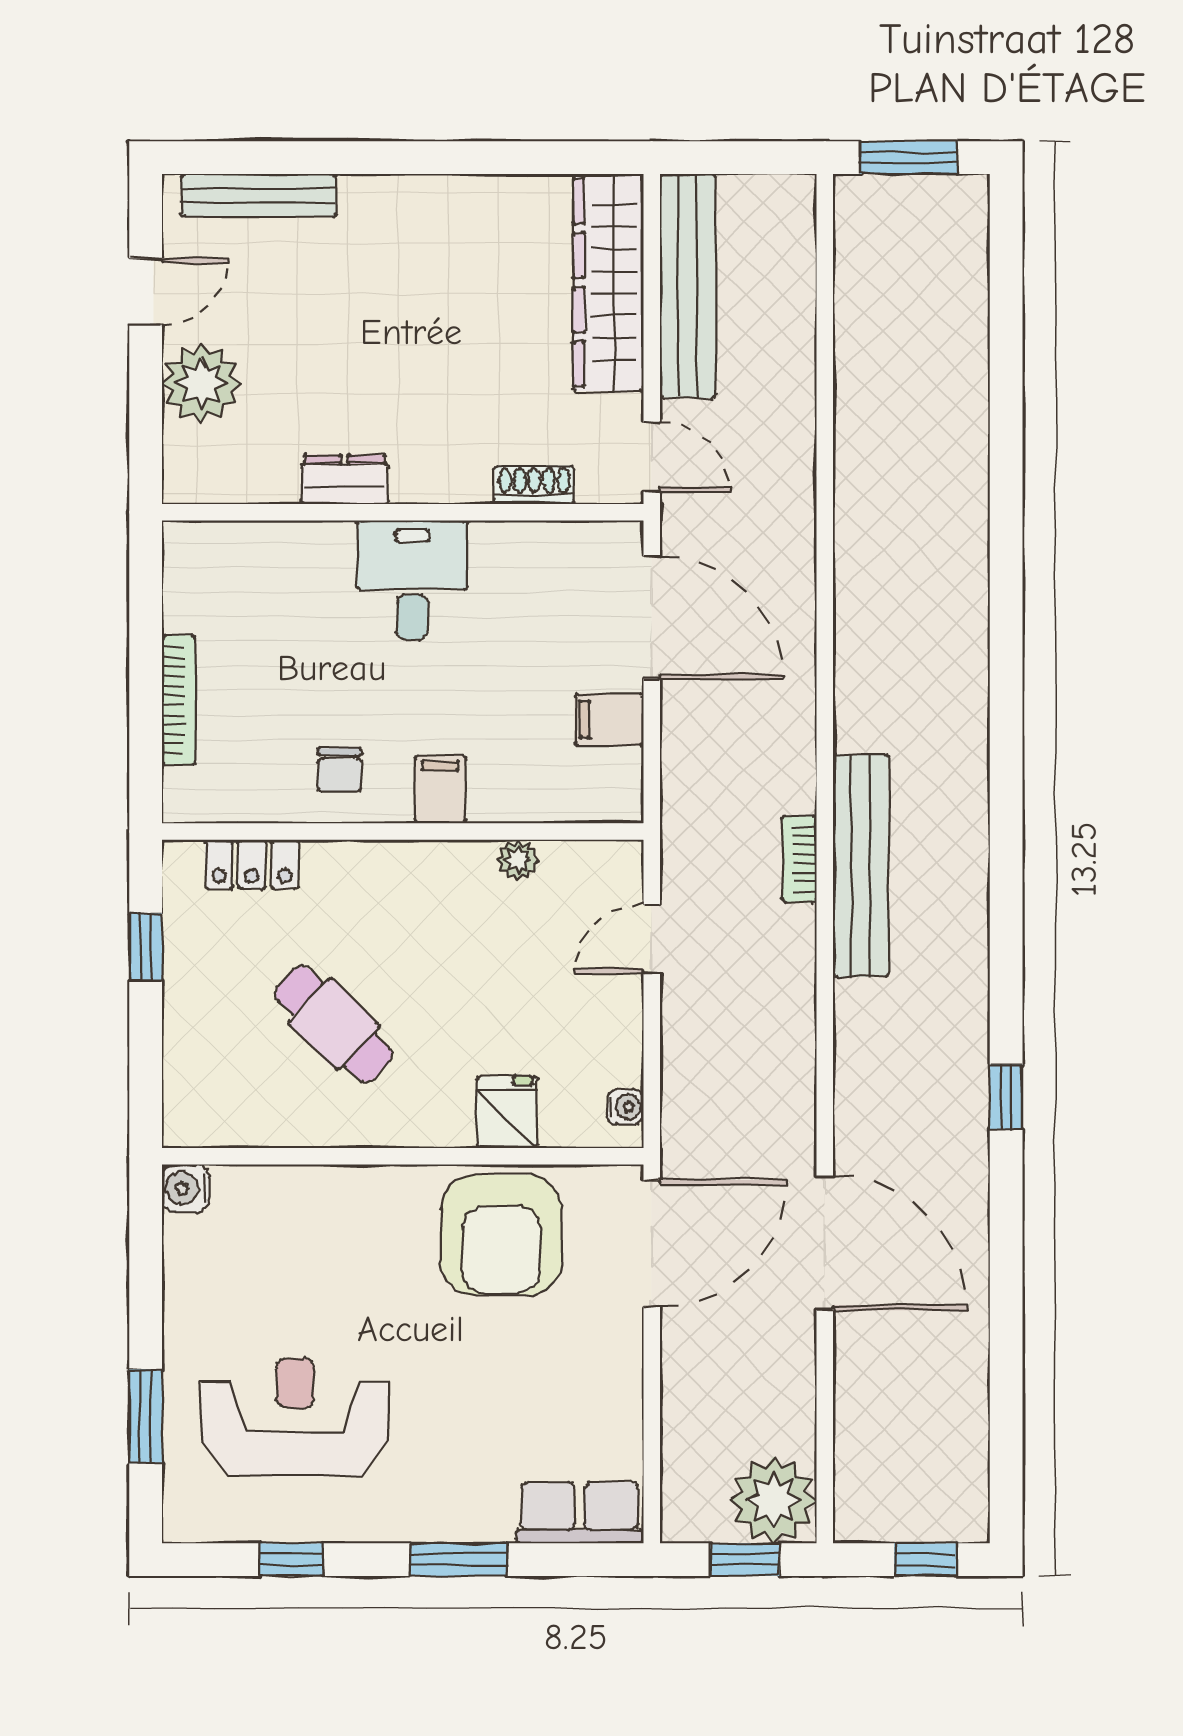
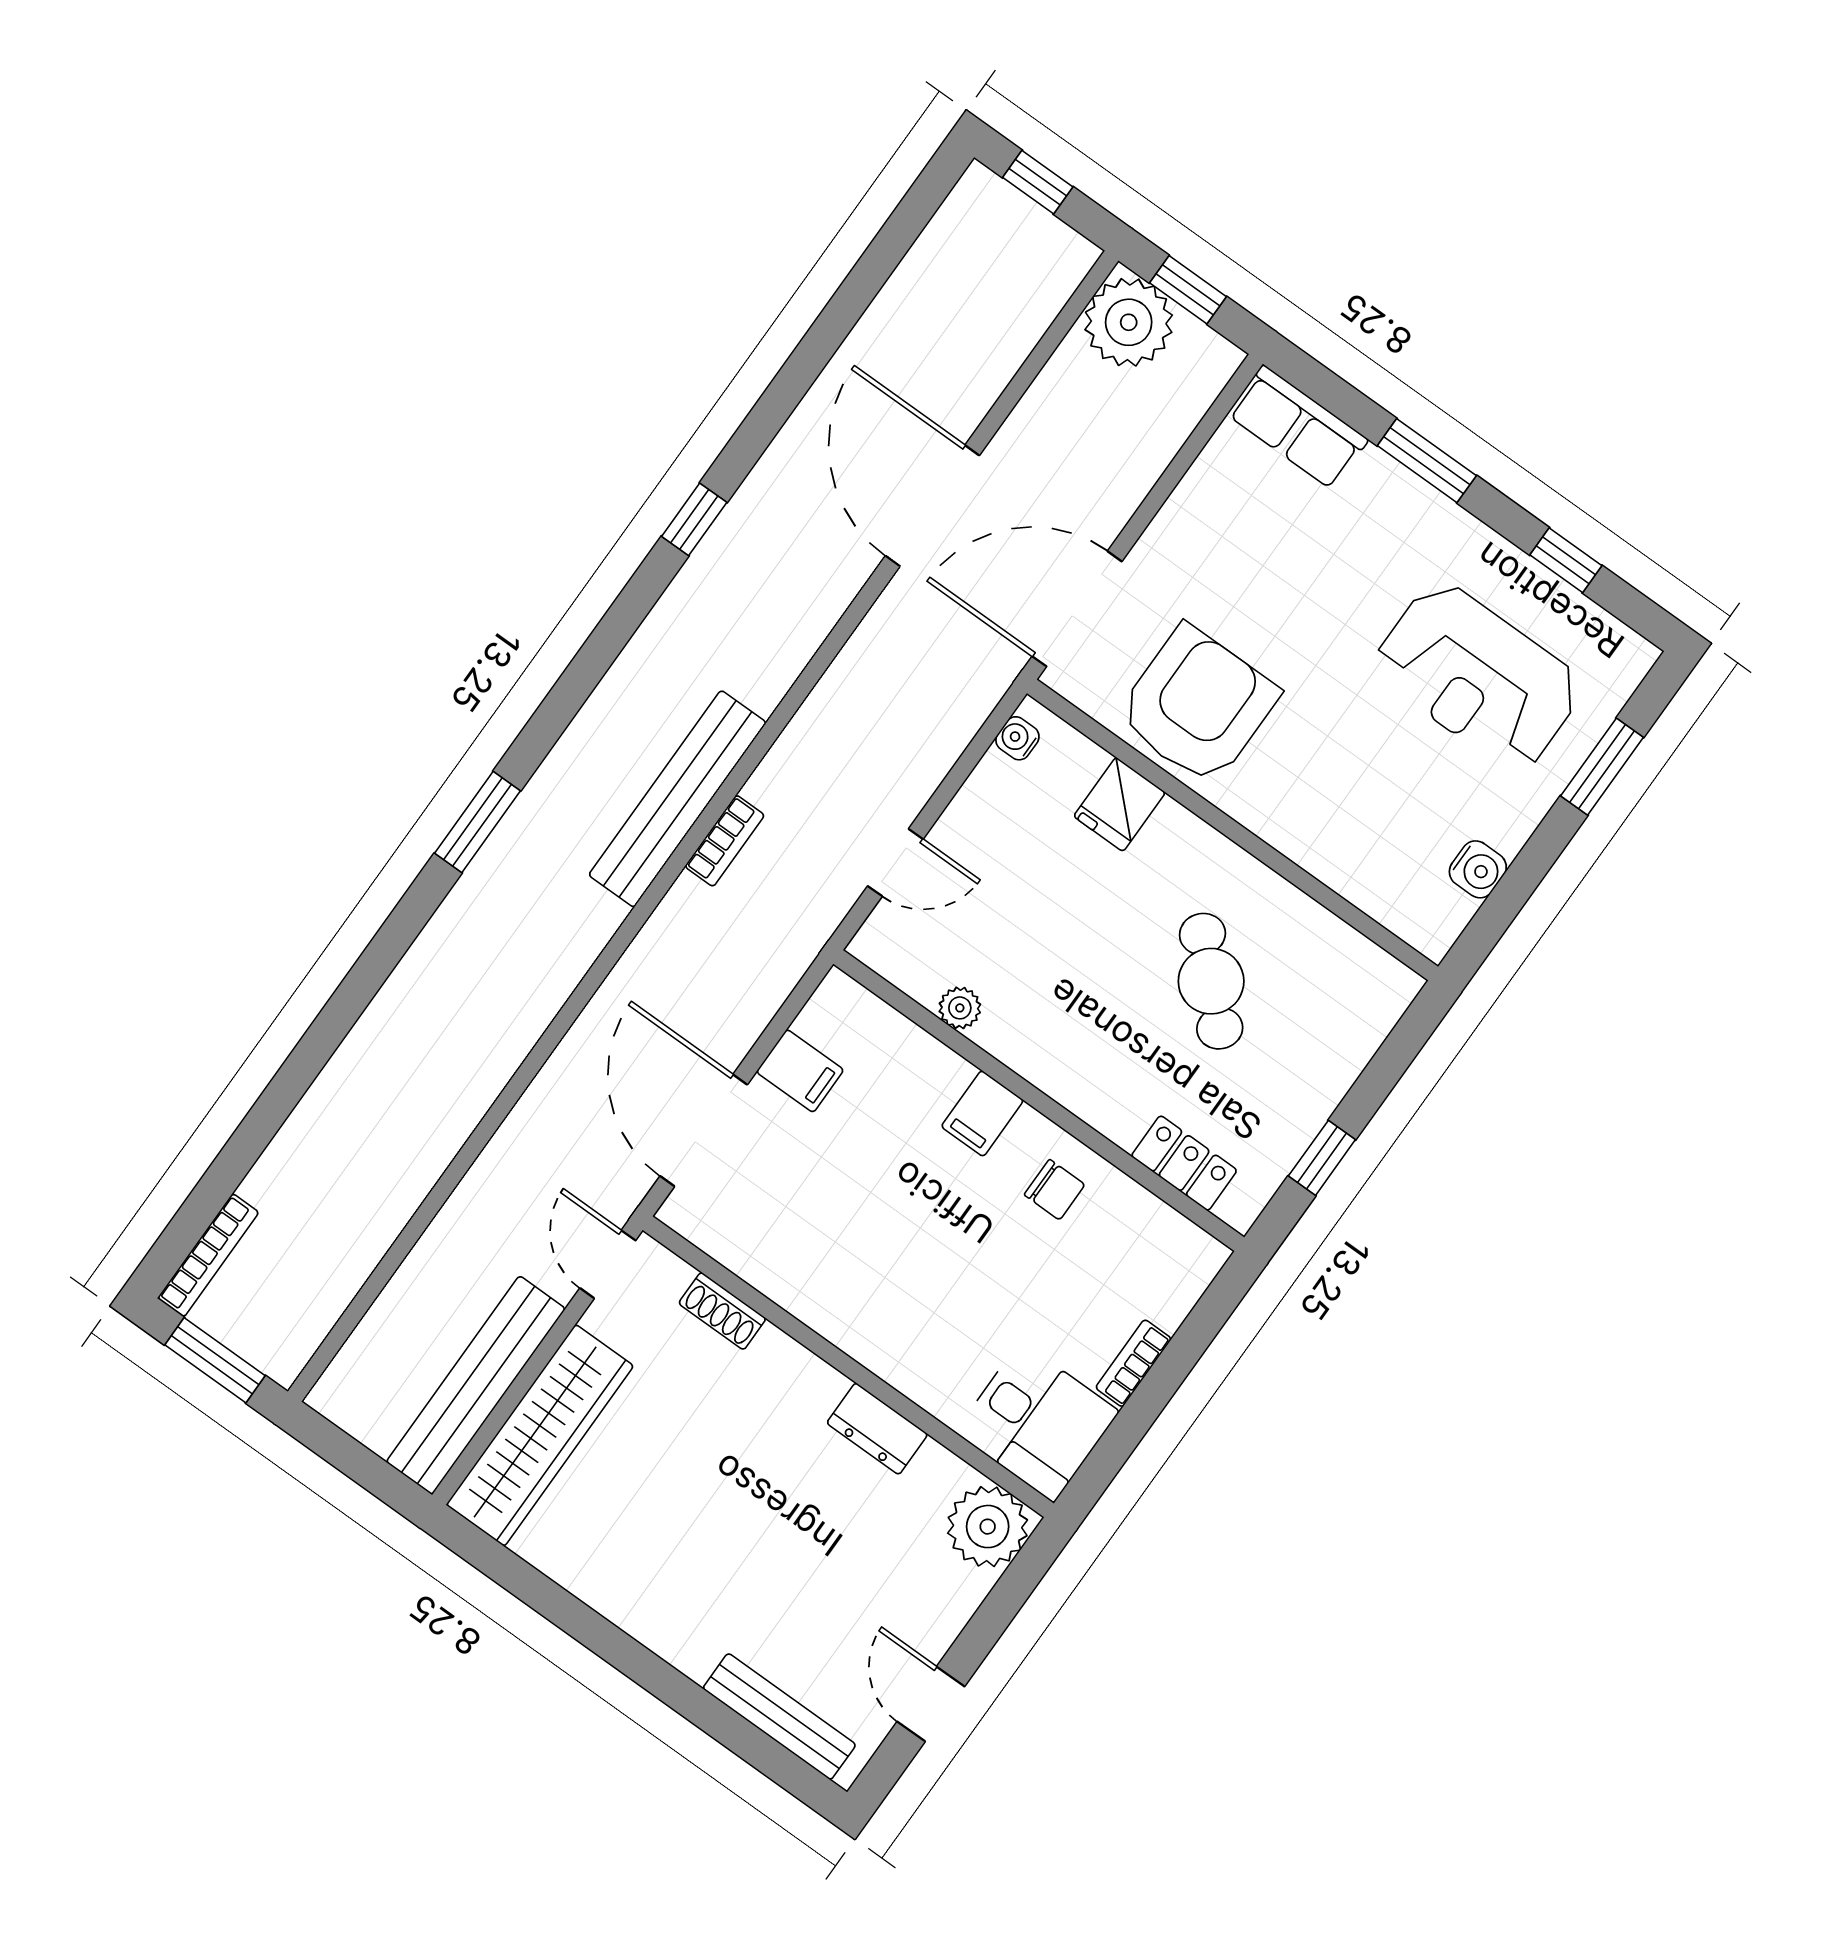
bookcase: (974, 237) -> (208, 1255), added
door: (146, 292) -> (931, 1704), hinge flipped
plant: (201, 383) -> (988, 1527), moved
desk: (412, 580) -> (1037, 1422), moved, turned -90
bookcase: (178, 700) -> (1133, 1363), width x0.64
window: (1006, 734) -> (477, 822), added
chair: (340, 770) -> (1055, 1190), turned 90
water cooler: (186, 1188) -> (1478, 869), moved

